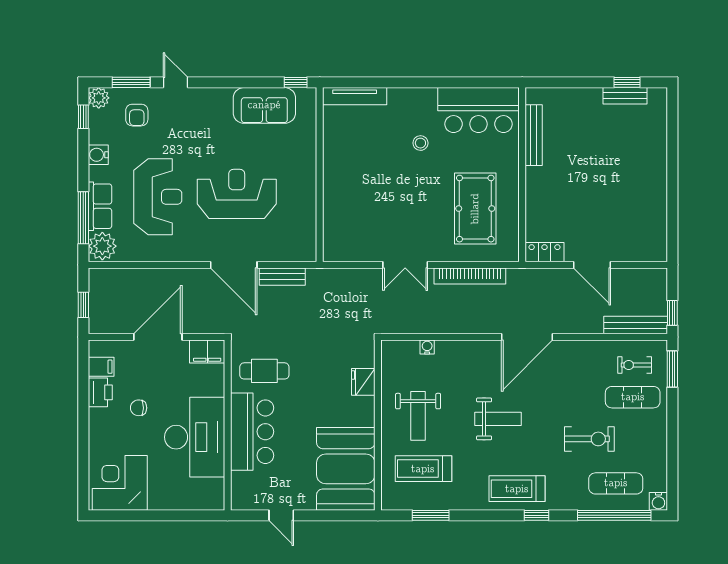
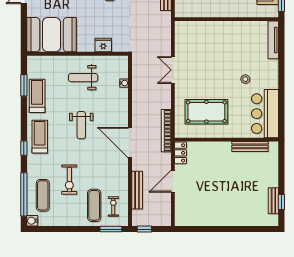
bookcase: (470, 276) -> (166, 131), moved
bench: (636, 325) -> (137, 190), moved
treadmill: (423, 469) -> (37, 96), moved

